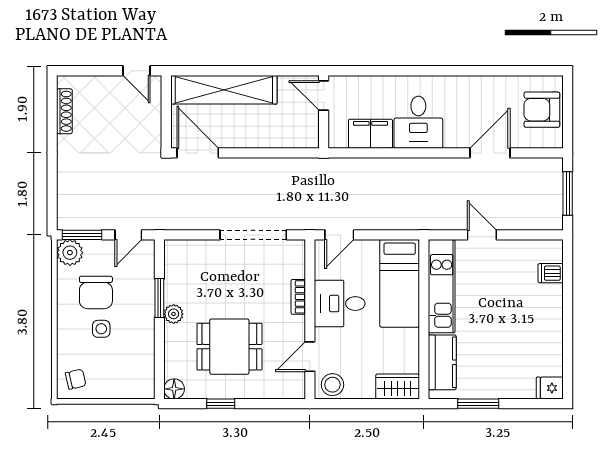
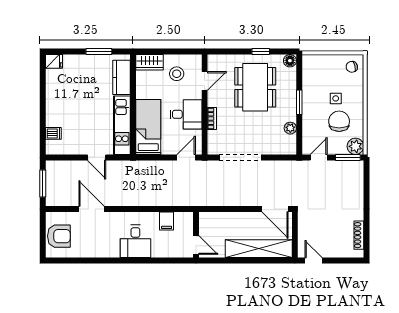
desk: (418, 122) -> (135, 241), moved, turned 180
filing cabinet: (370, 134) -> (167, 221), width x0.50
door: (490, 153) -> (92, 209), swing flipped
window: (159, 298) -> (299, 102), moved
plant: (174, 314) -> (290, 128), moved
dining table: (229, 347) -> (255, 87), width x1.38
stool: (332, 385) -> (177, 74), moved

